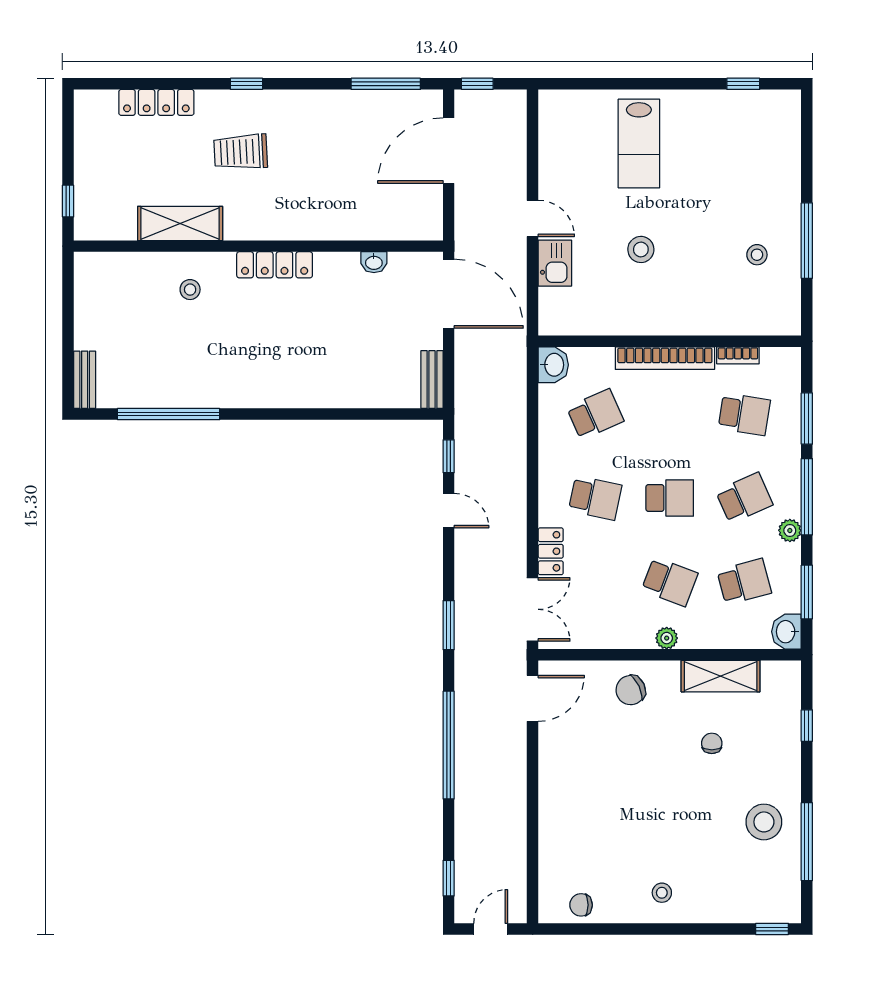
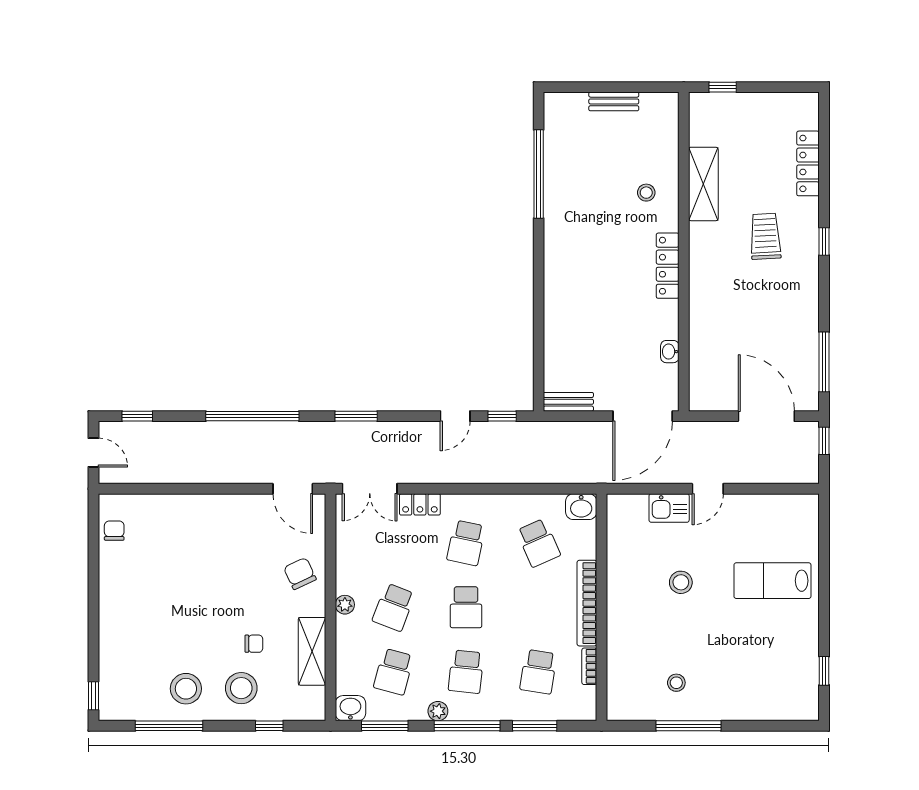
bench: (85, 380) -> (614, 101), moved
school desk: (744, 498) -> (466, 672), turned 30
school desk: (744, 582) -> (394, 672), turned 30
stool: (662, 893) -> (241, 688), moved, width x1.89, depth x1.89

